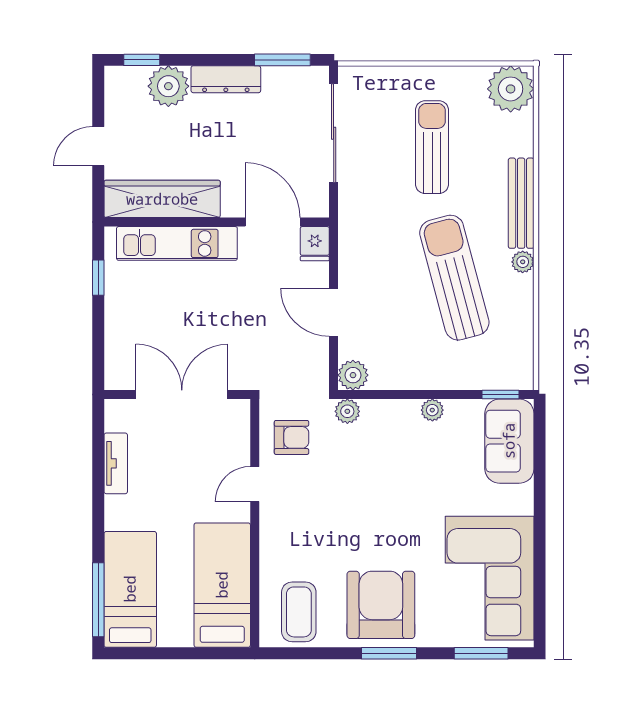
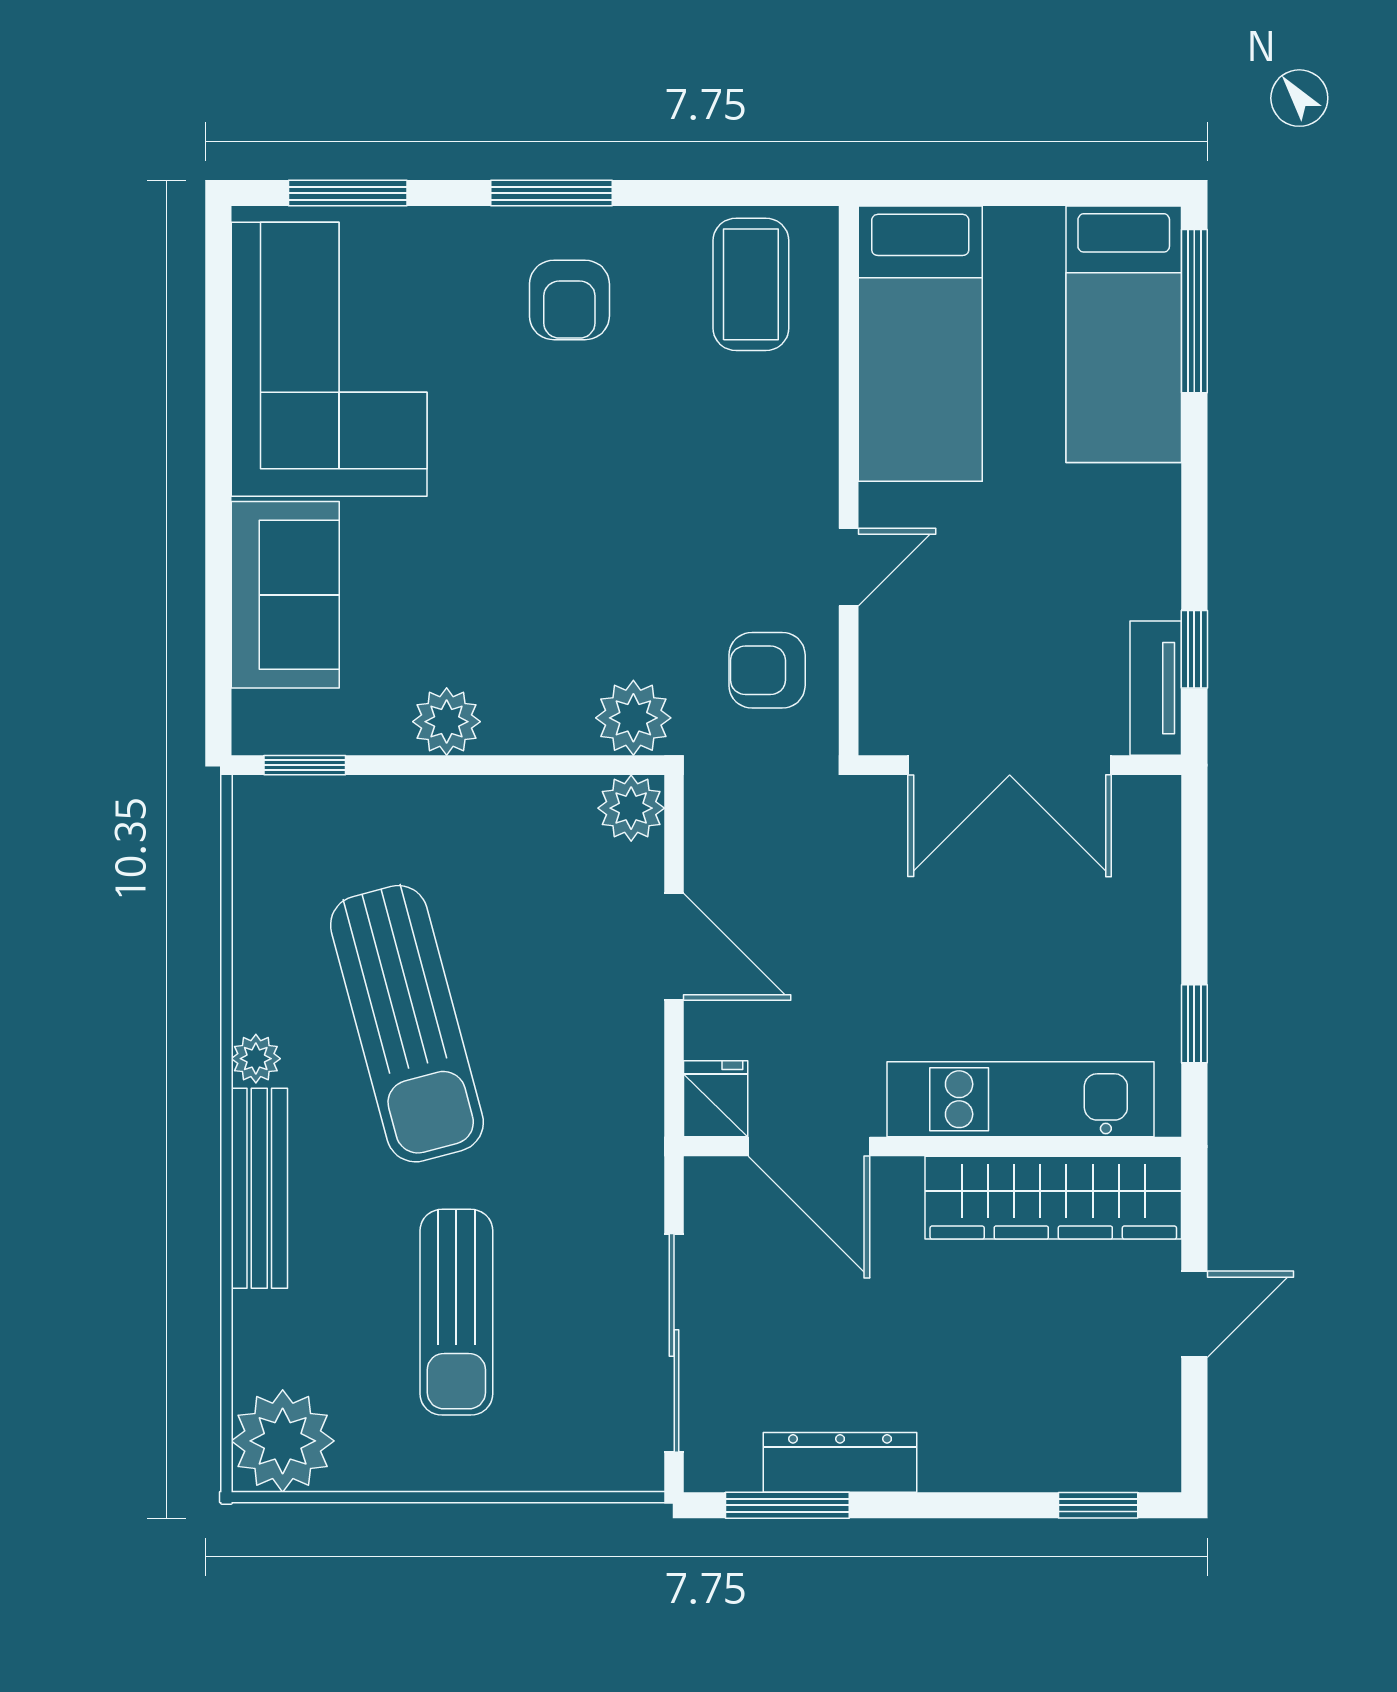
dresser: (226, 79) -> (840, 1462), moved
plant: (168, 86) -> (1039, 1447), removed
plant: (432, 410) -> (447, 722), width x1.38, depth x1.38
plant: (347, 411) -> (633, 718), width x1.38, depth x1.38
sofa: (509, 441) -> (285, 595), moved
window: (98, 447) -> (1194, 649), added
tv unit: (116, 463) -> (1156, 688), moved
armchair: (381, 605) -> (569, 300), width x0.53, depth x0.53

